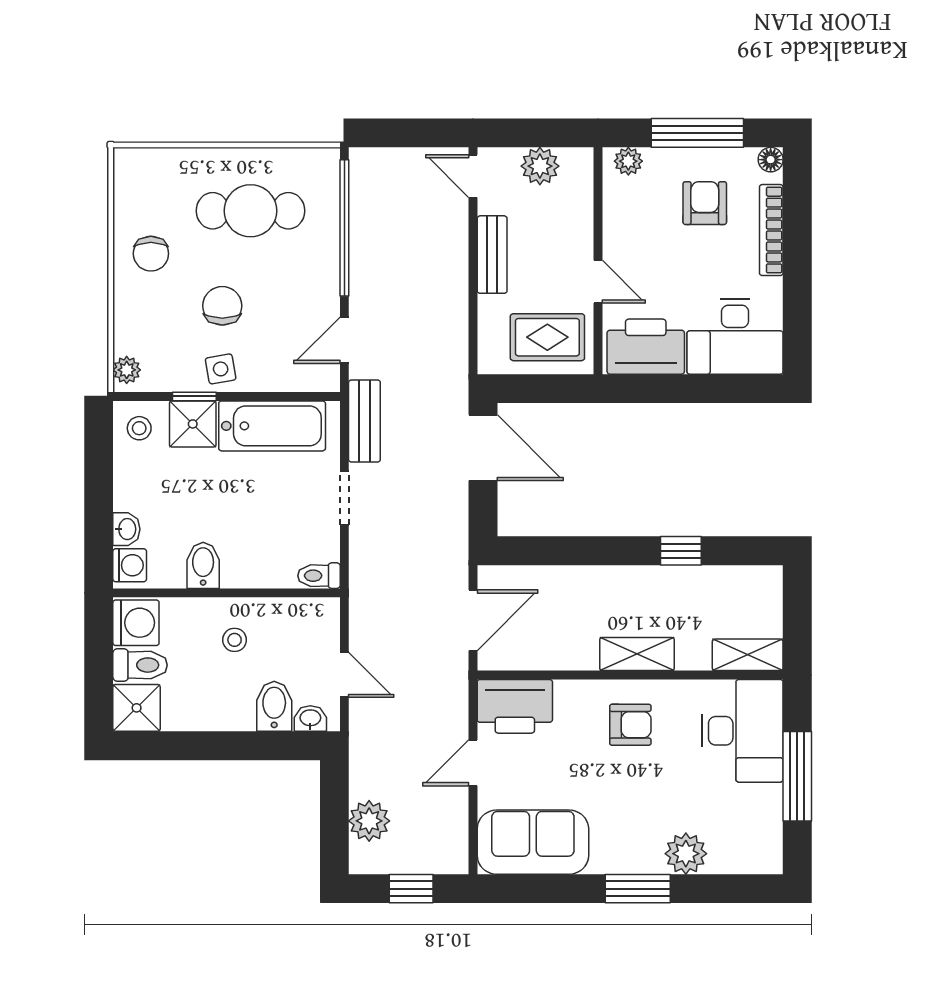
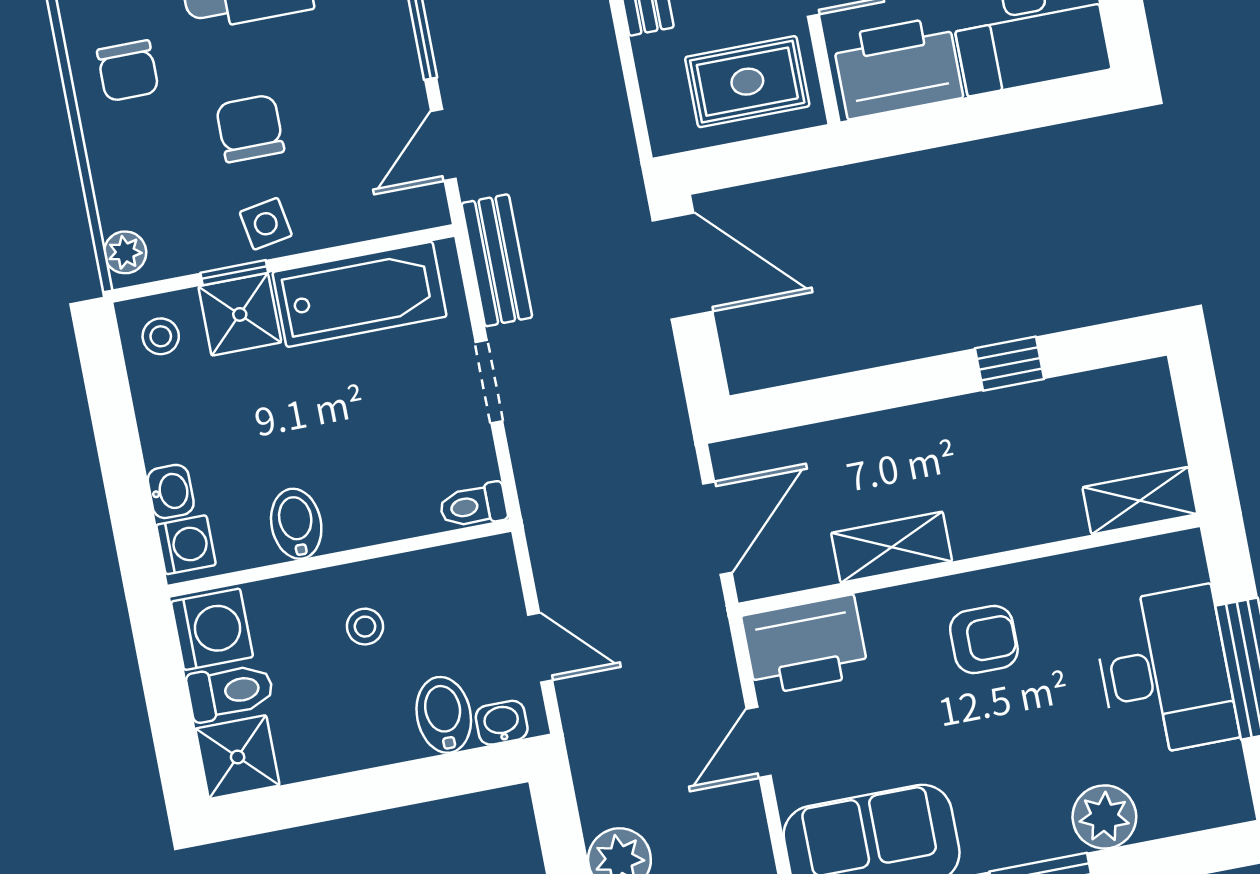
shelving: (637, 654) -> (892, 547), moved
desk: (743, 731) -> (1165, 672), moved

